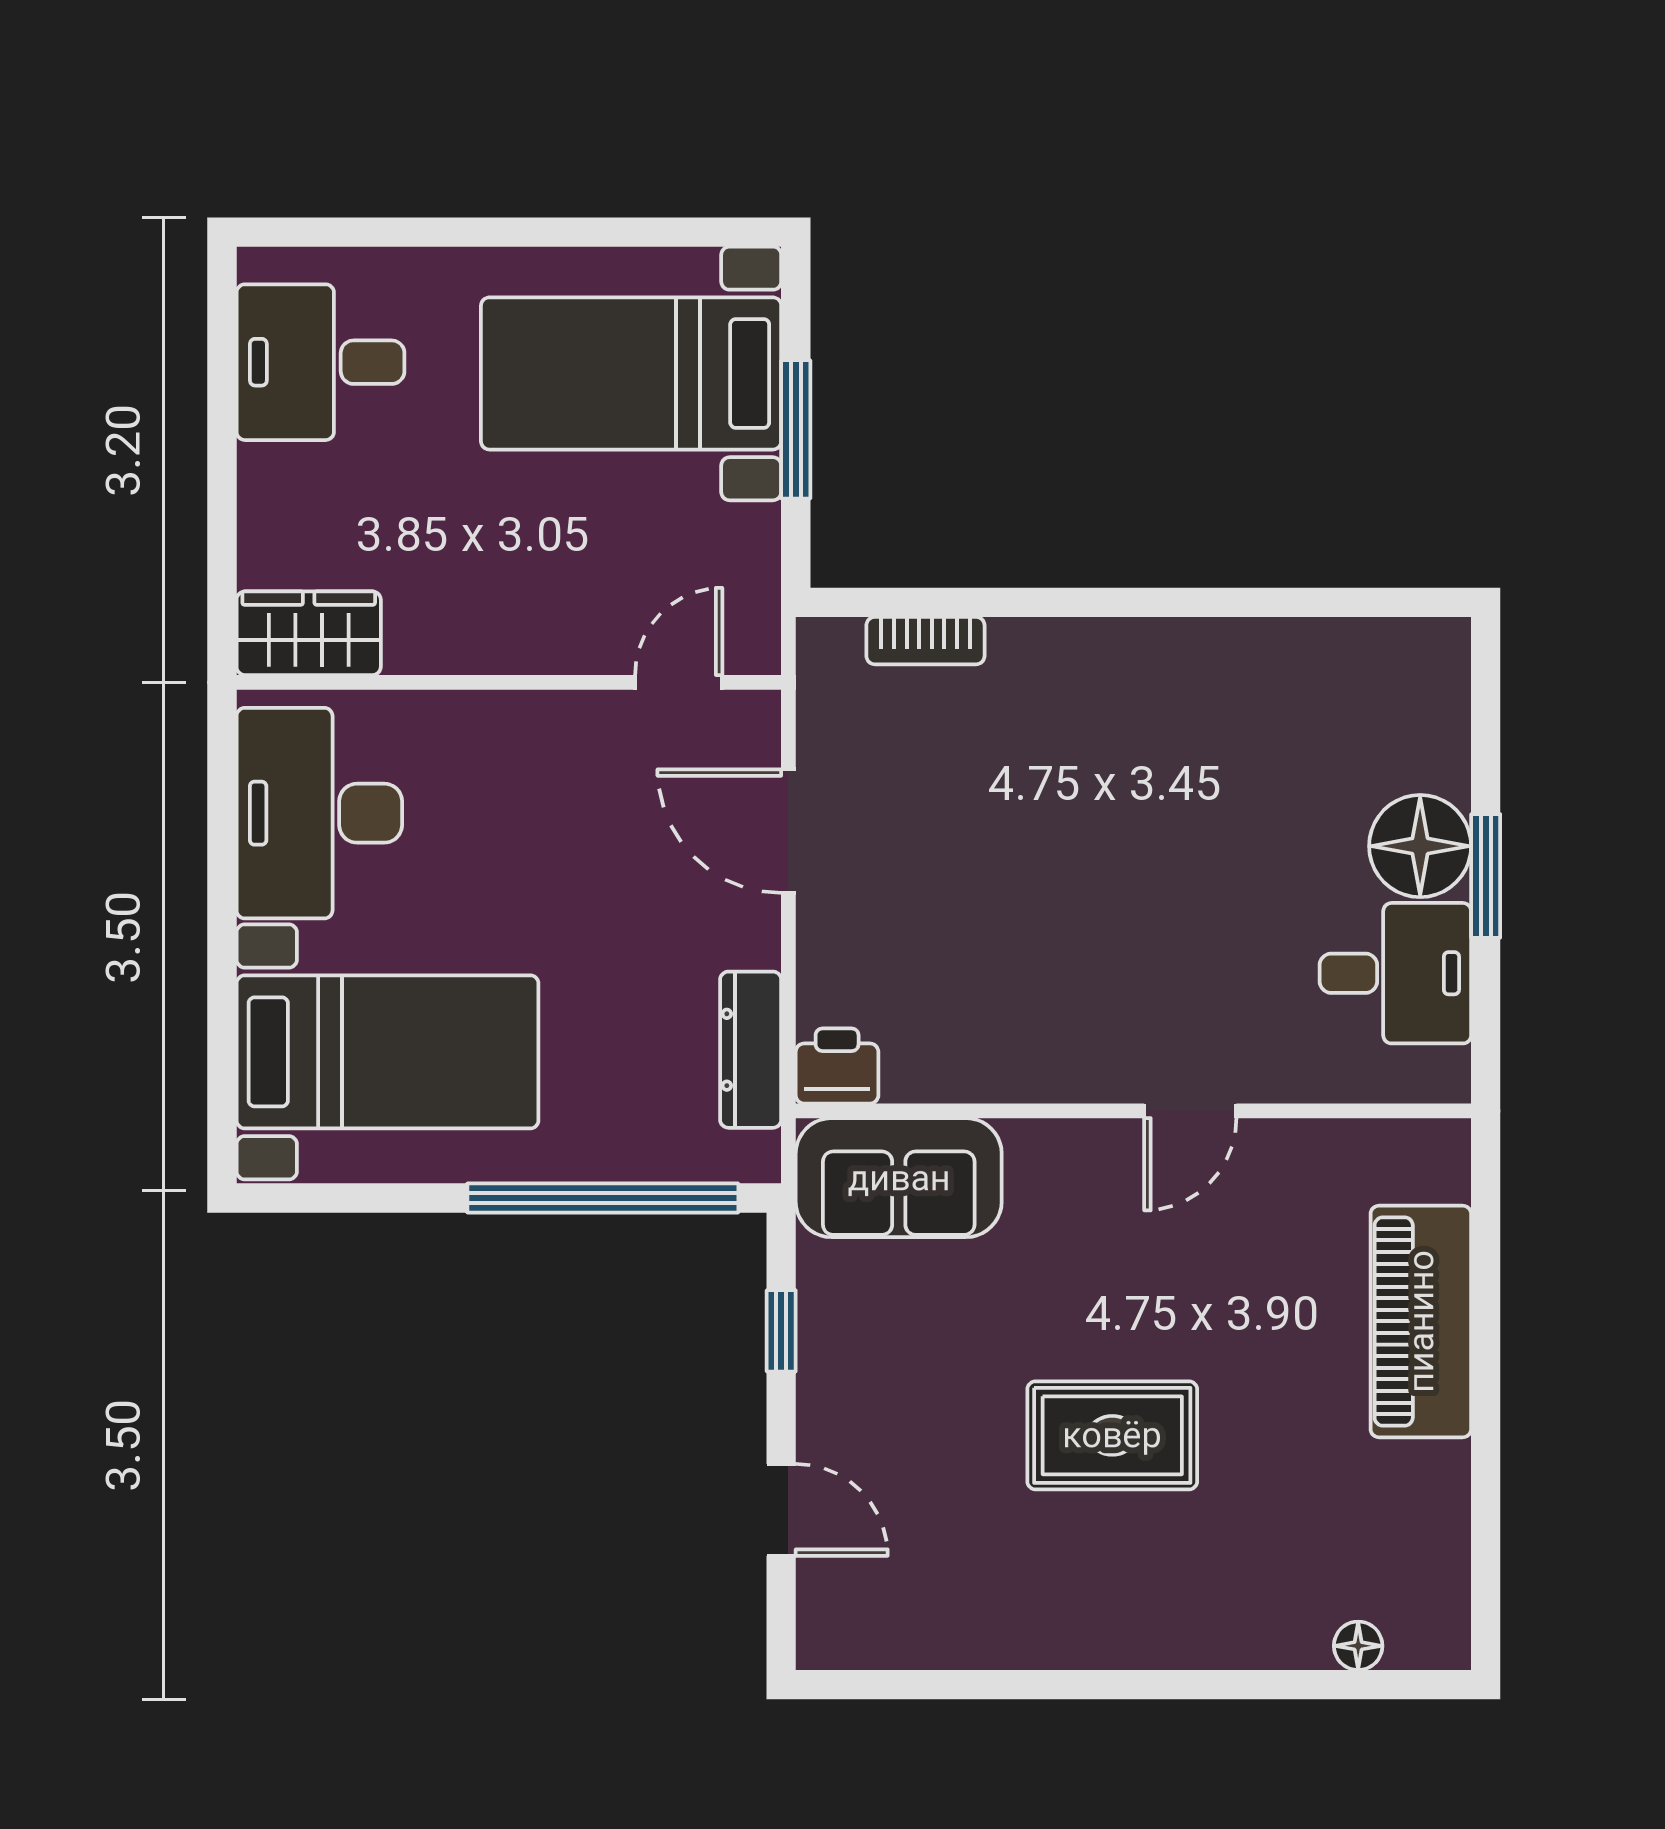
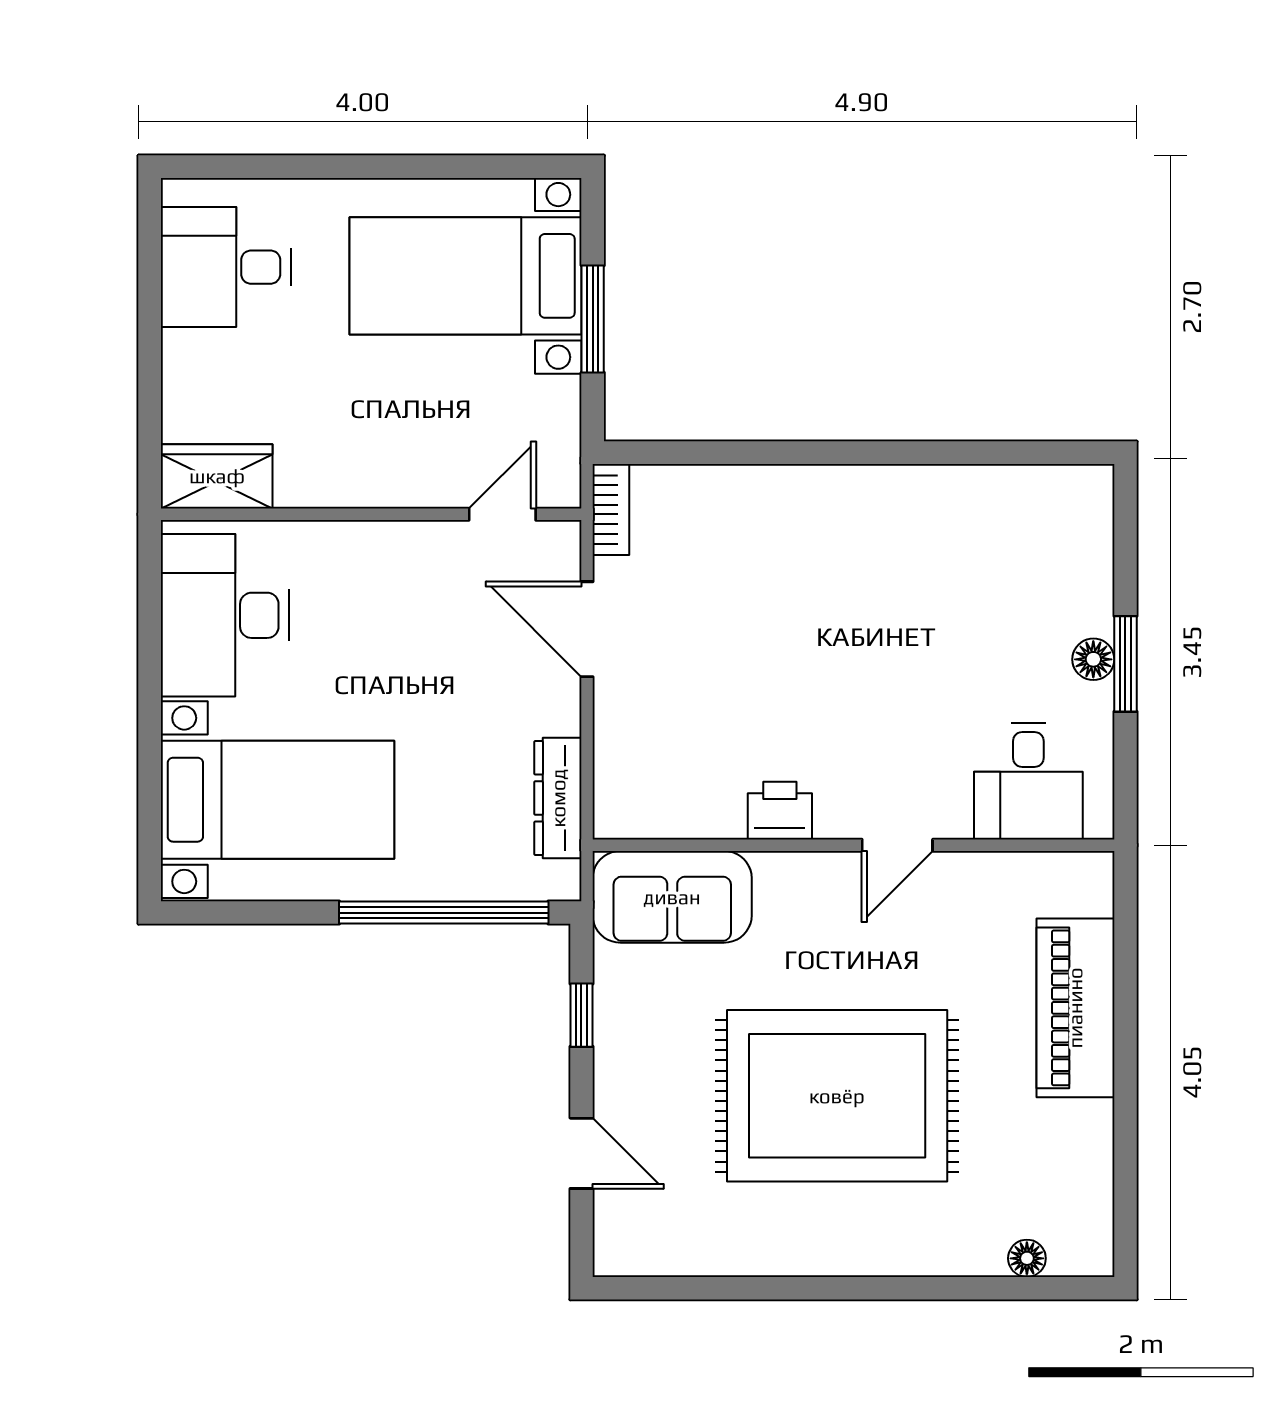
bookcase: (925, 641) -> (611, 510), moved, turned -90
floor lamp: (1420, 846) -> (1093, 659), width x0.53, depth x0.53
desk: (1395, 973) -> (1028, 781), moved, turned 90
printer: (837, 1066) -> (780, 811), moved
rug: (1112, 1435) -> (837, 1096), width x1.86, depth x2.06

